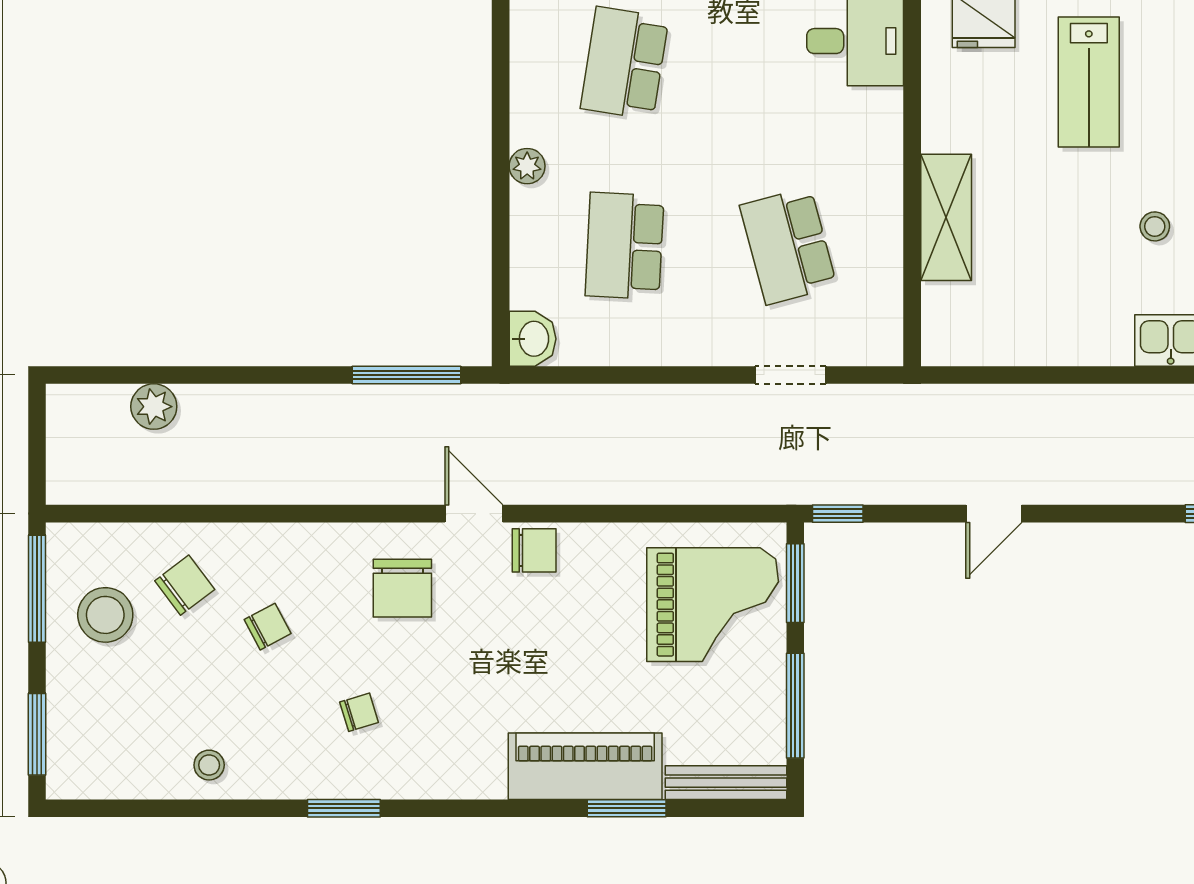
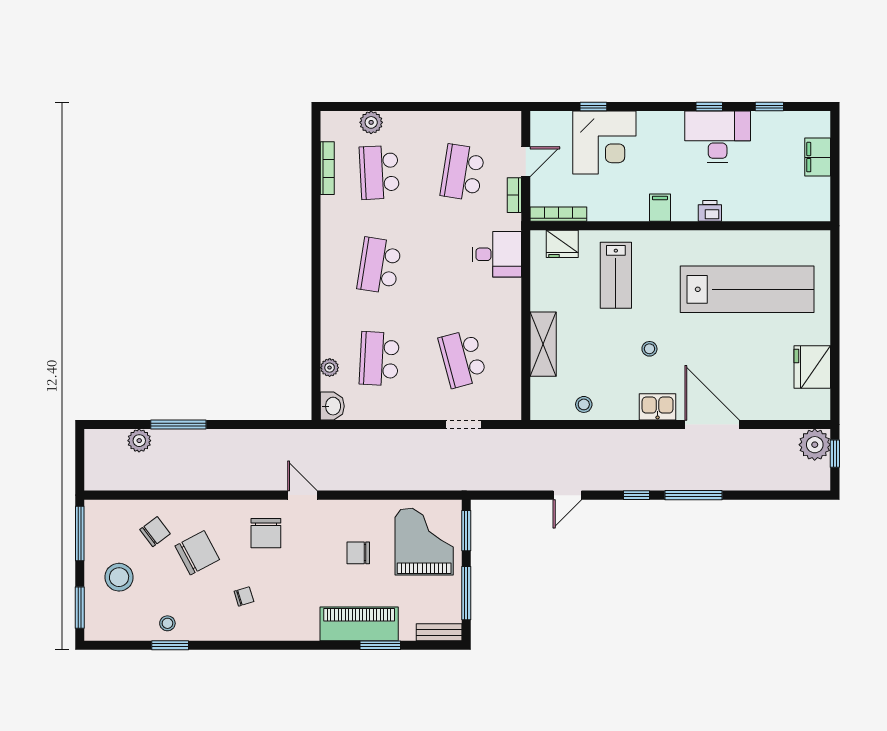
plant: (527, 166) -> (330, 368), moved
stool: (1026, 336) -> (584, 404), added
window: (407, 375) -> (178, 425), moved
window: (838, 514) -> (637, 495), moved
chair: (534, 550) -> (358, 553), moved, turned 180
grand piano: (713, 605) -> (424, 542), turned -90
stool: (105, 615) -> (119, 577), moved
chair: (268, 627) -> (197, 553), width x1.87, depth x1.87
bench: (726, 783) -> (439, 632), width x0.73
window: (344, 808) -> (170, 645), moved

